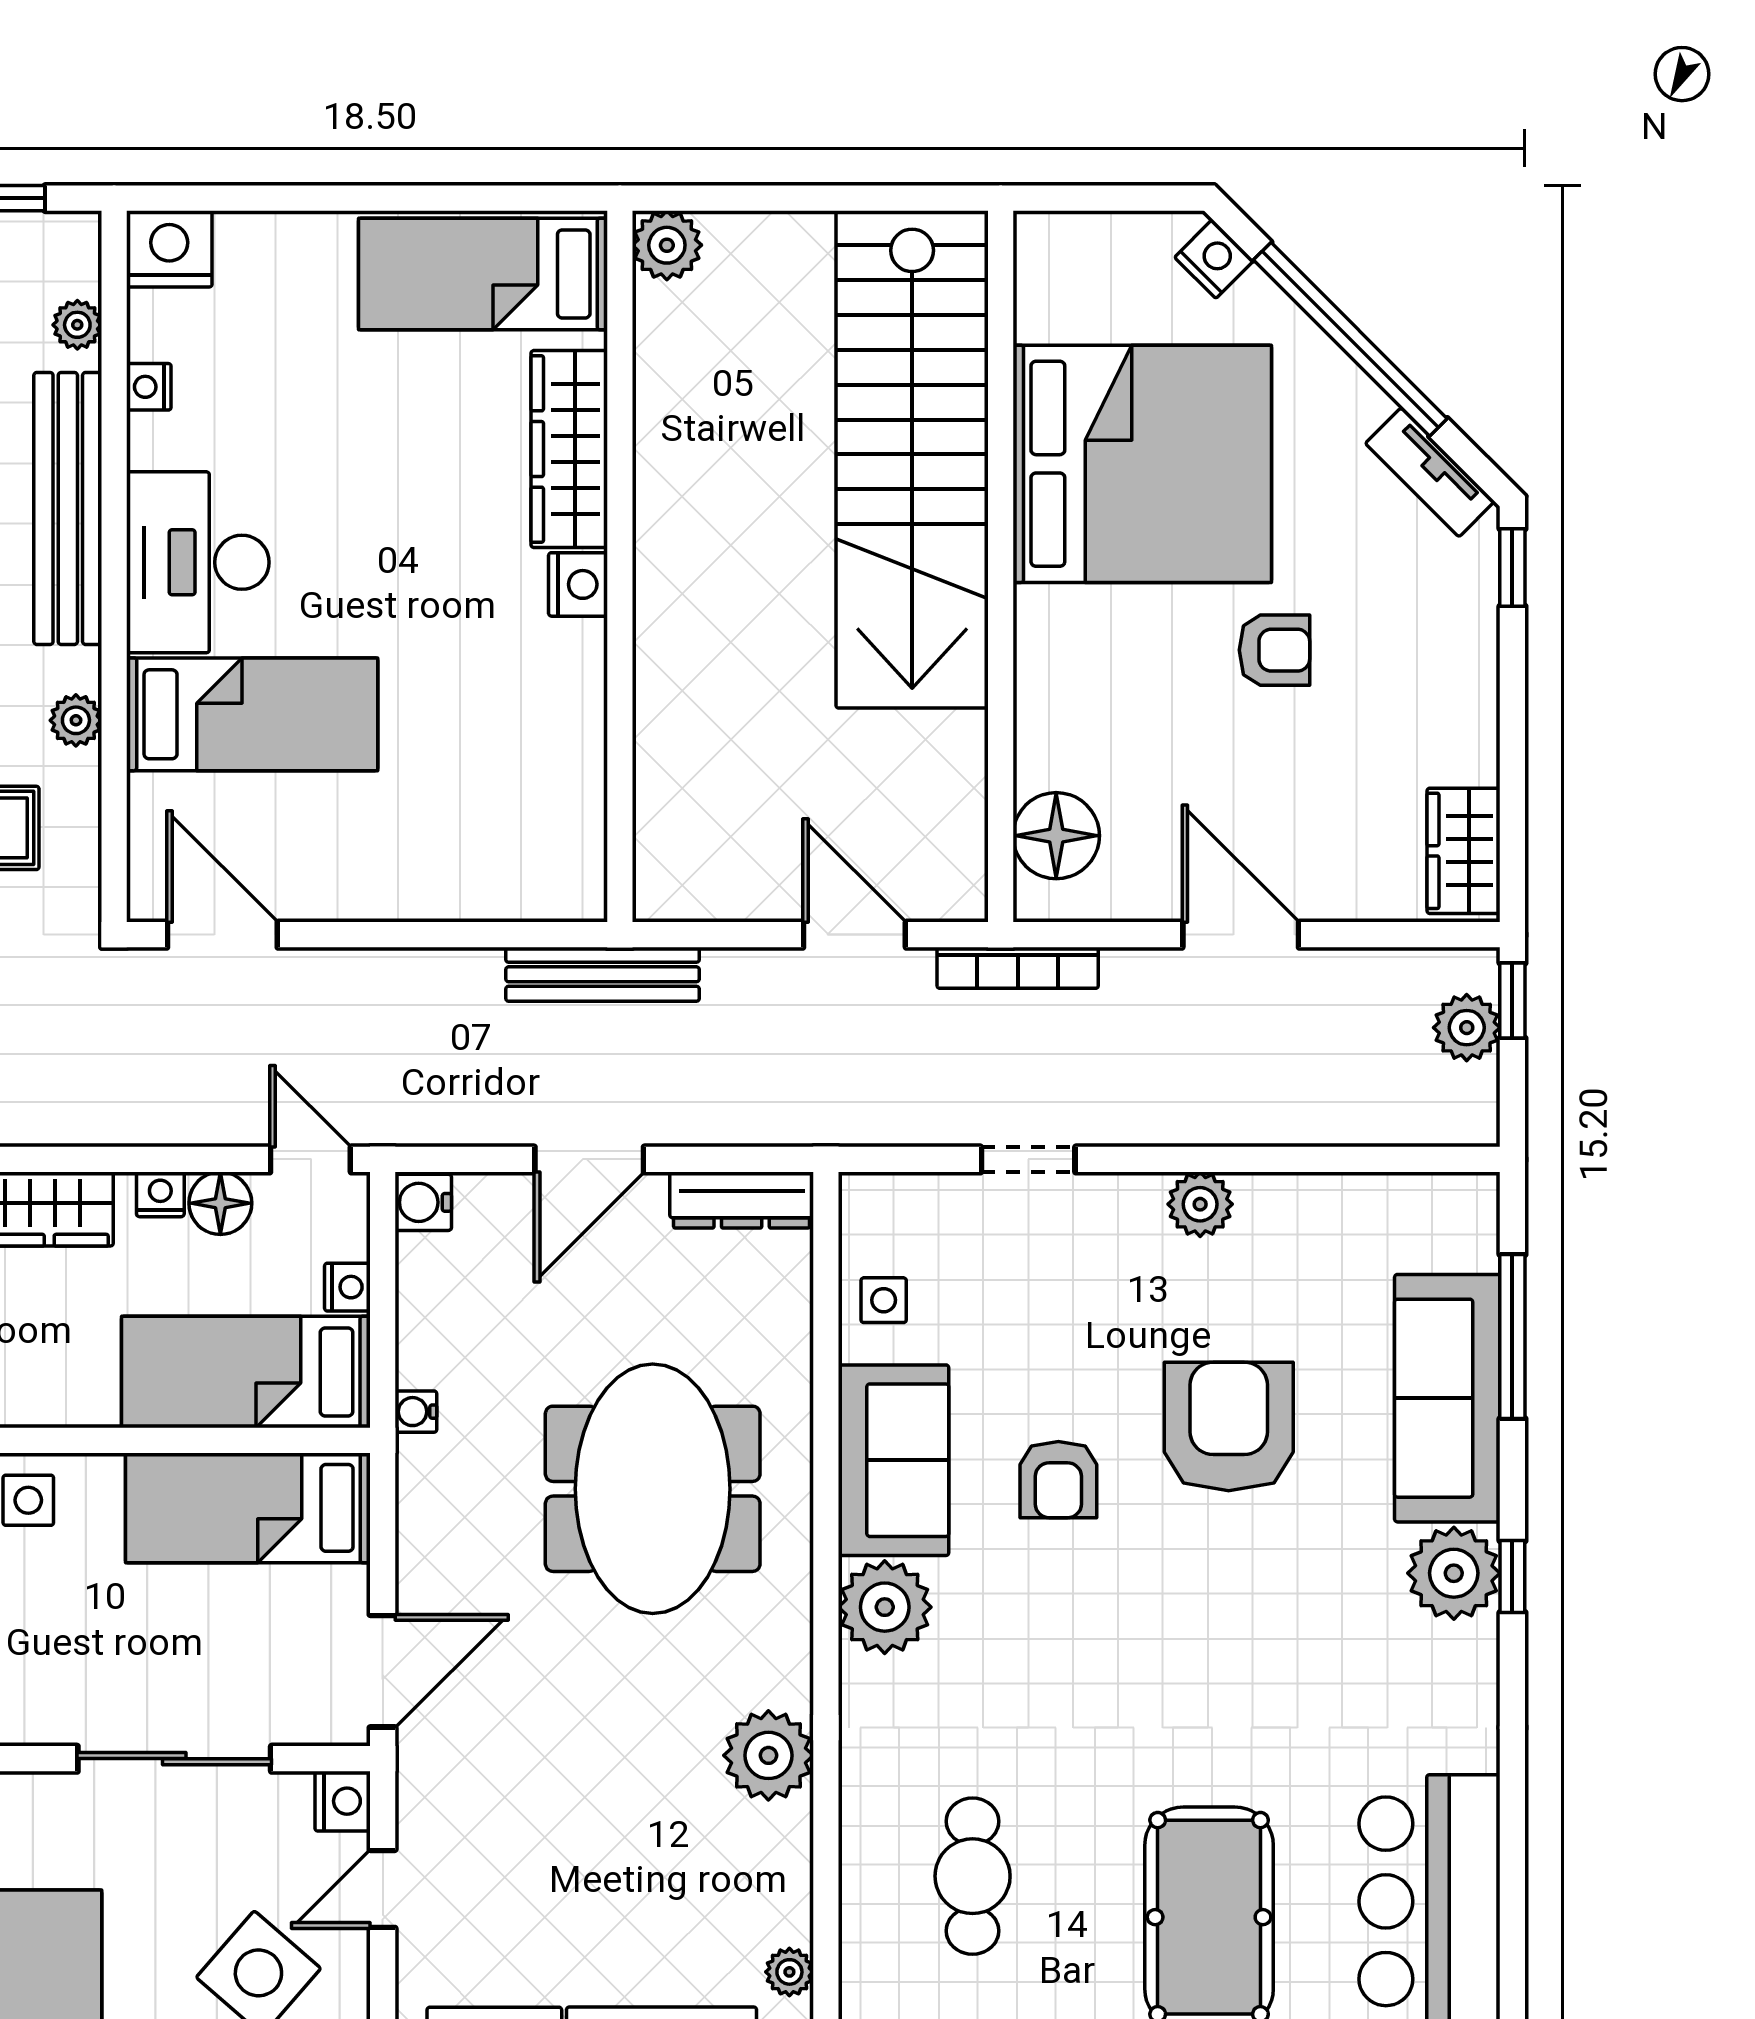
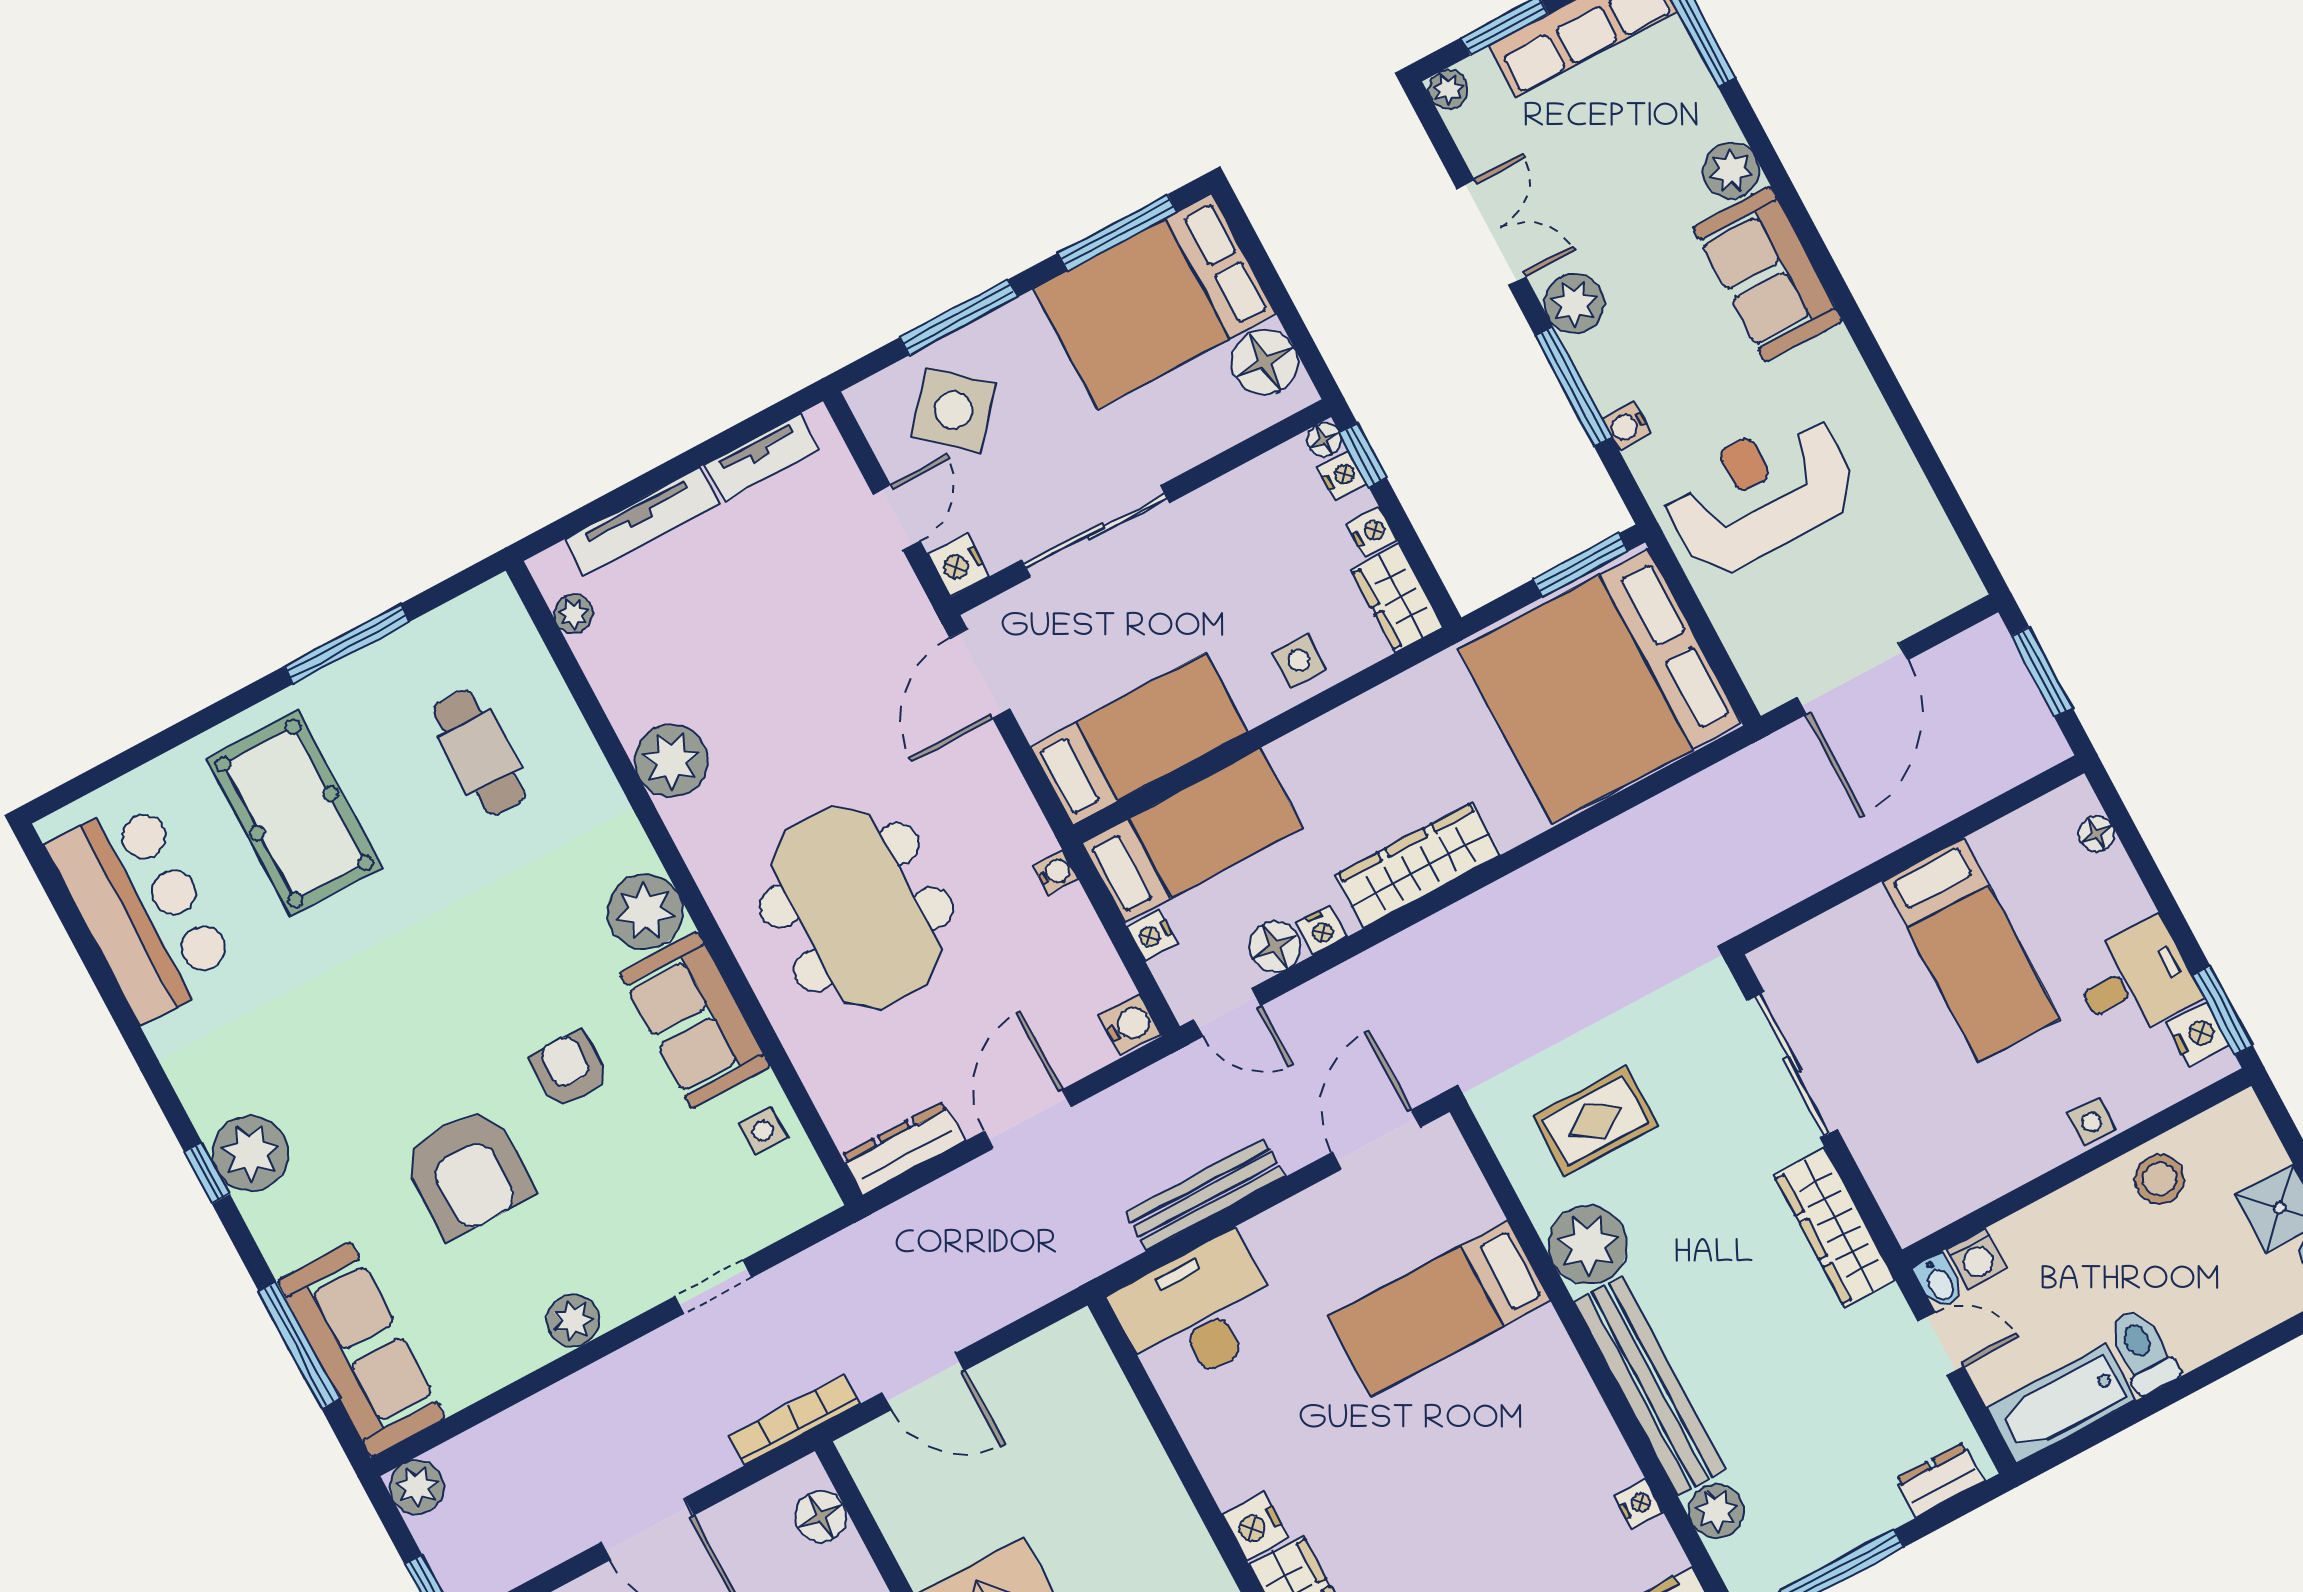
plant: (77, 325) -> (1716, 1511), width x1.38, depth x1.38
desk: (198, 562) -> (1197, 1312), moved, turned -90
plant: (76, 720) -> (1588, 1245), width x1.88, depth x1.88
floor lamp: (1056, 836) -> (821, 1516), width x0.73, depth x0.73
door: (222, 935) -> (1376, 1140), swing flipped
bench: (603, 974) -> (1205, 1195), moved
plant: (1467, 1028) -> (417, 1487), moved
sofa: (1447, 1398) -> (361, 1349), moved

